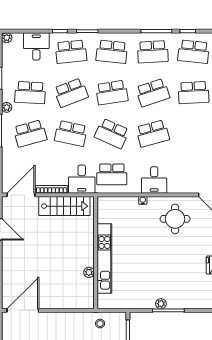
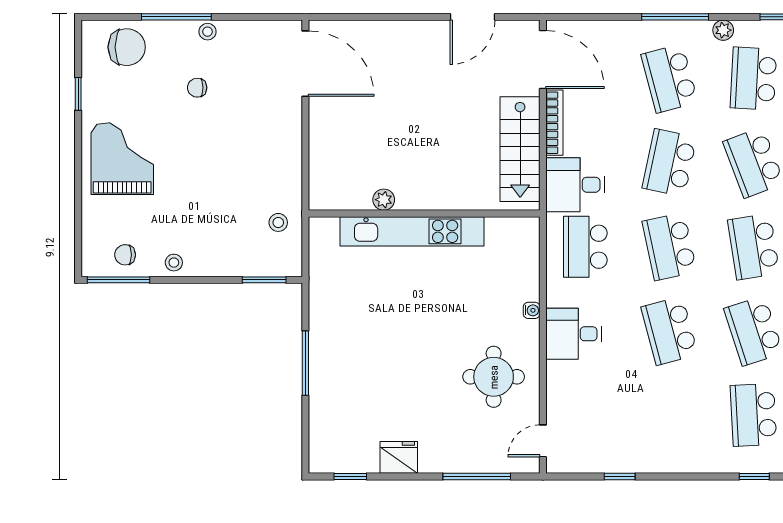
school desk: (112, 133) -> (669, 247), turned -36
plant: (161, 304) -> (319, 348), removed

